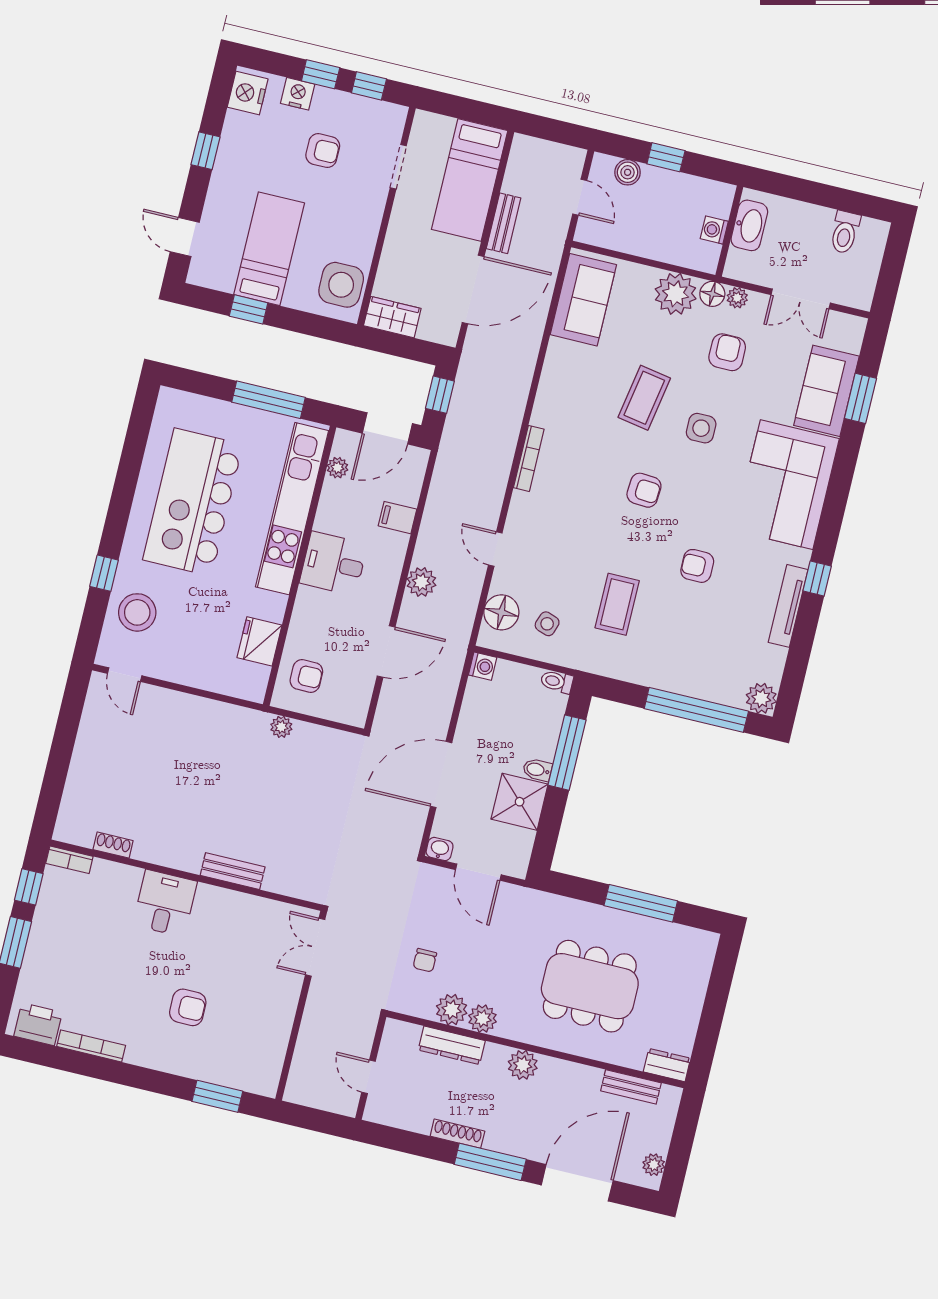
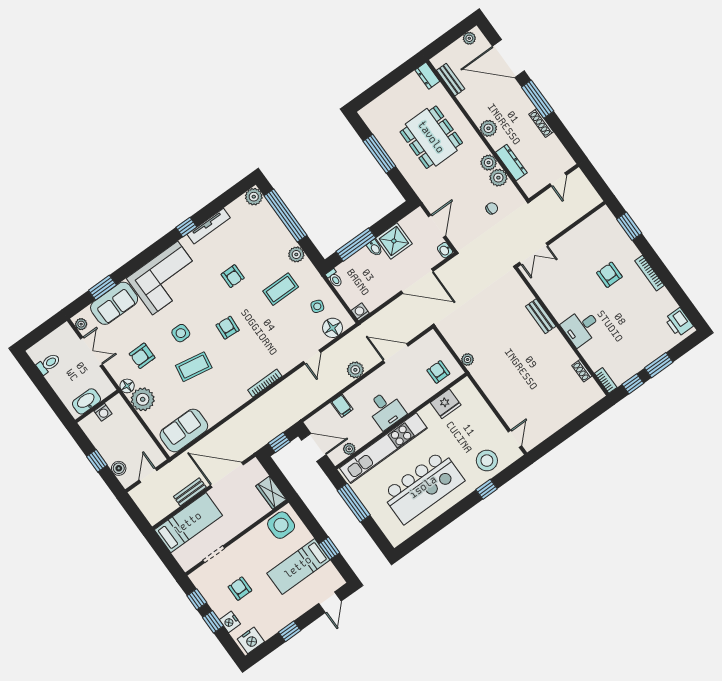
plant: (737, 298) -> (81, 324), moved
plant: (636, 670) -> (296, 254), added
bookcase: (91, 1046) -> (650, 273), moved

